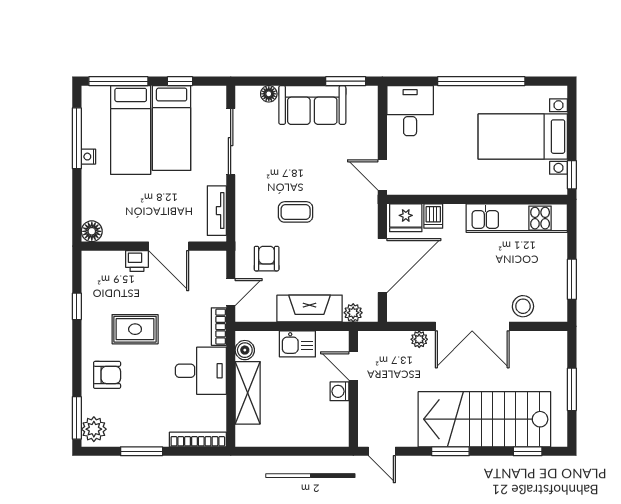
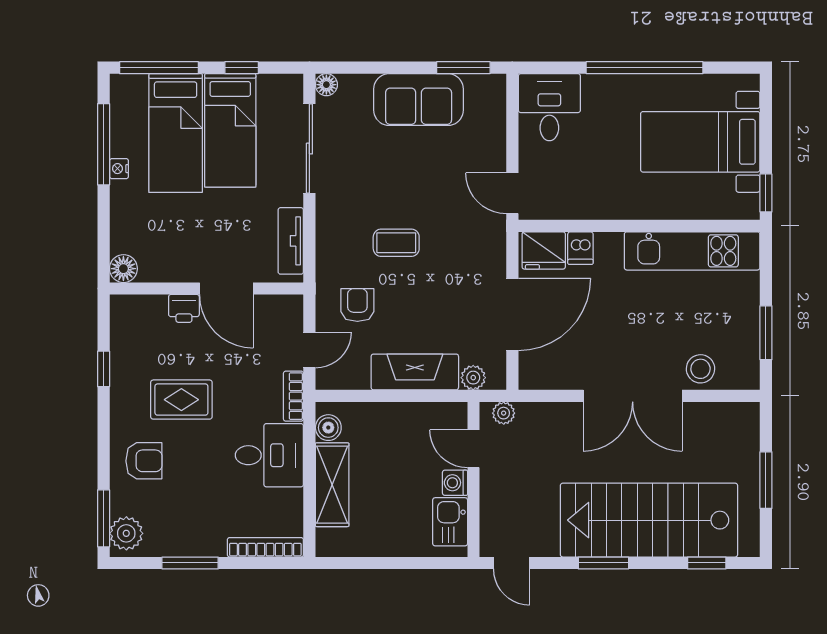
floor lamp: (269, 94) -> (326, 85), moved
plant: (419, 339) -> (504, 413), moved
kitchen sink: (297, 344) -> (450, 522), moved, turned 90

